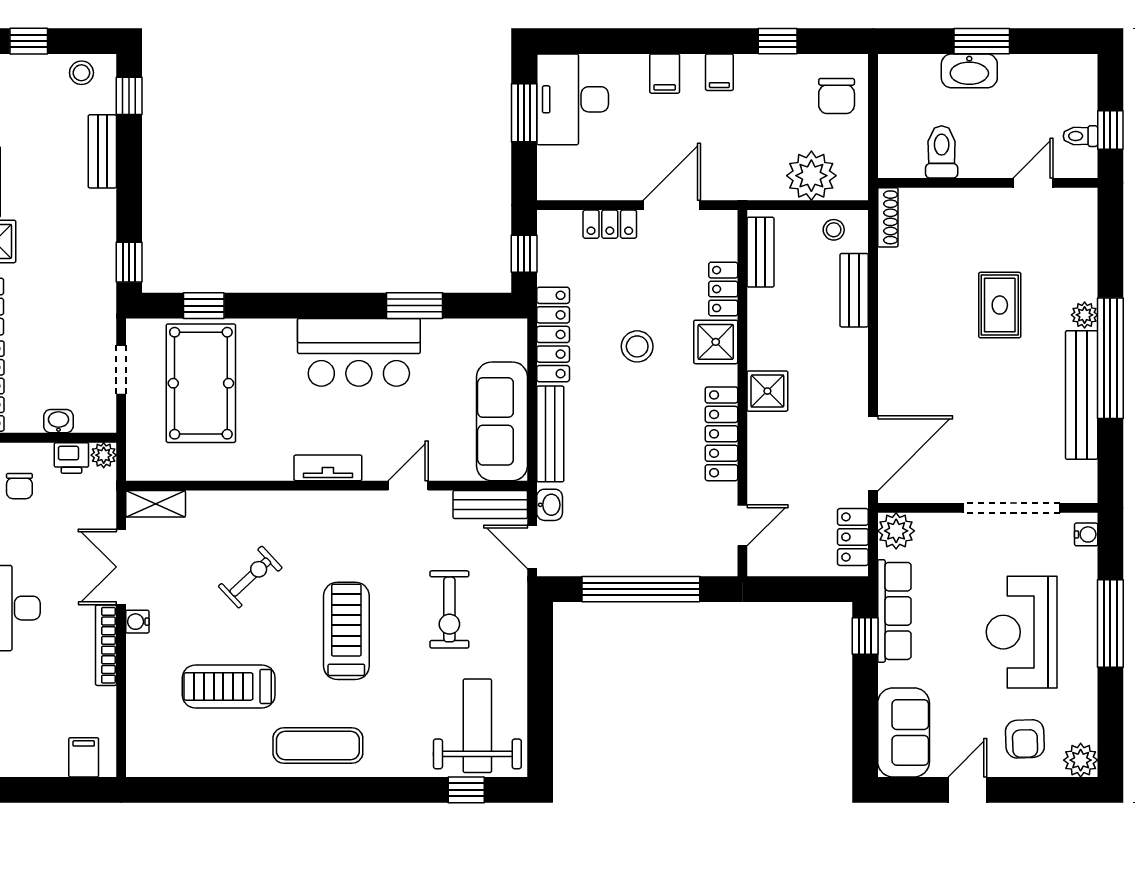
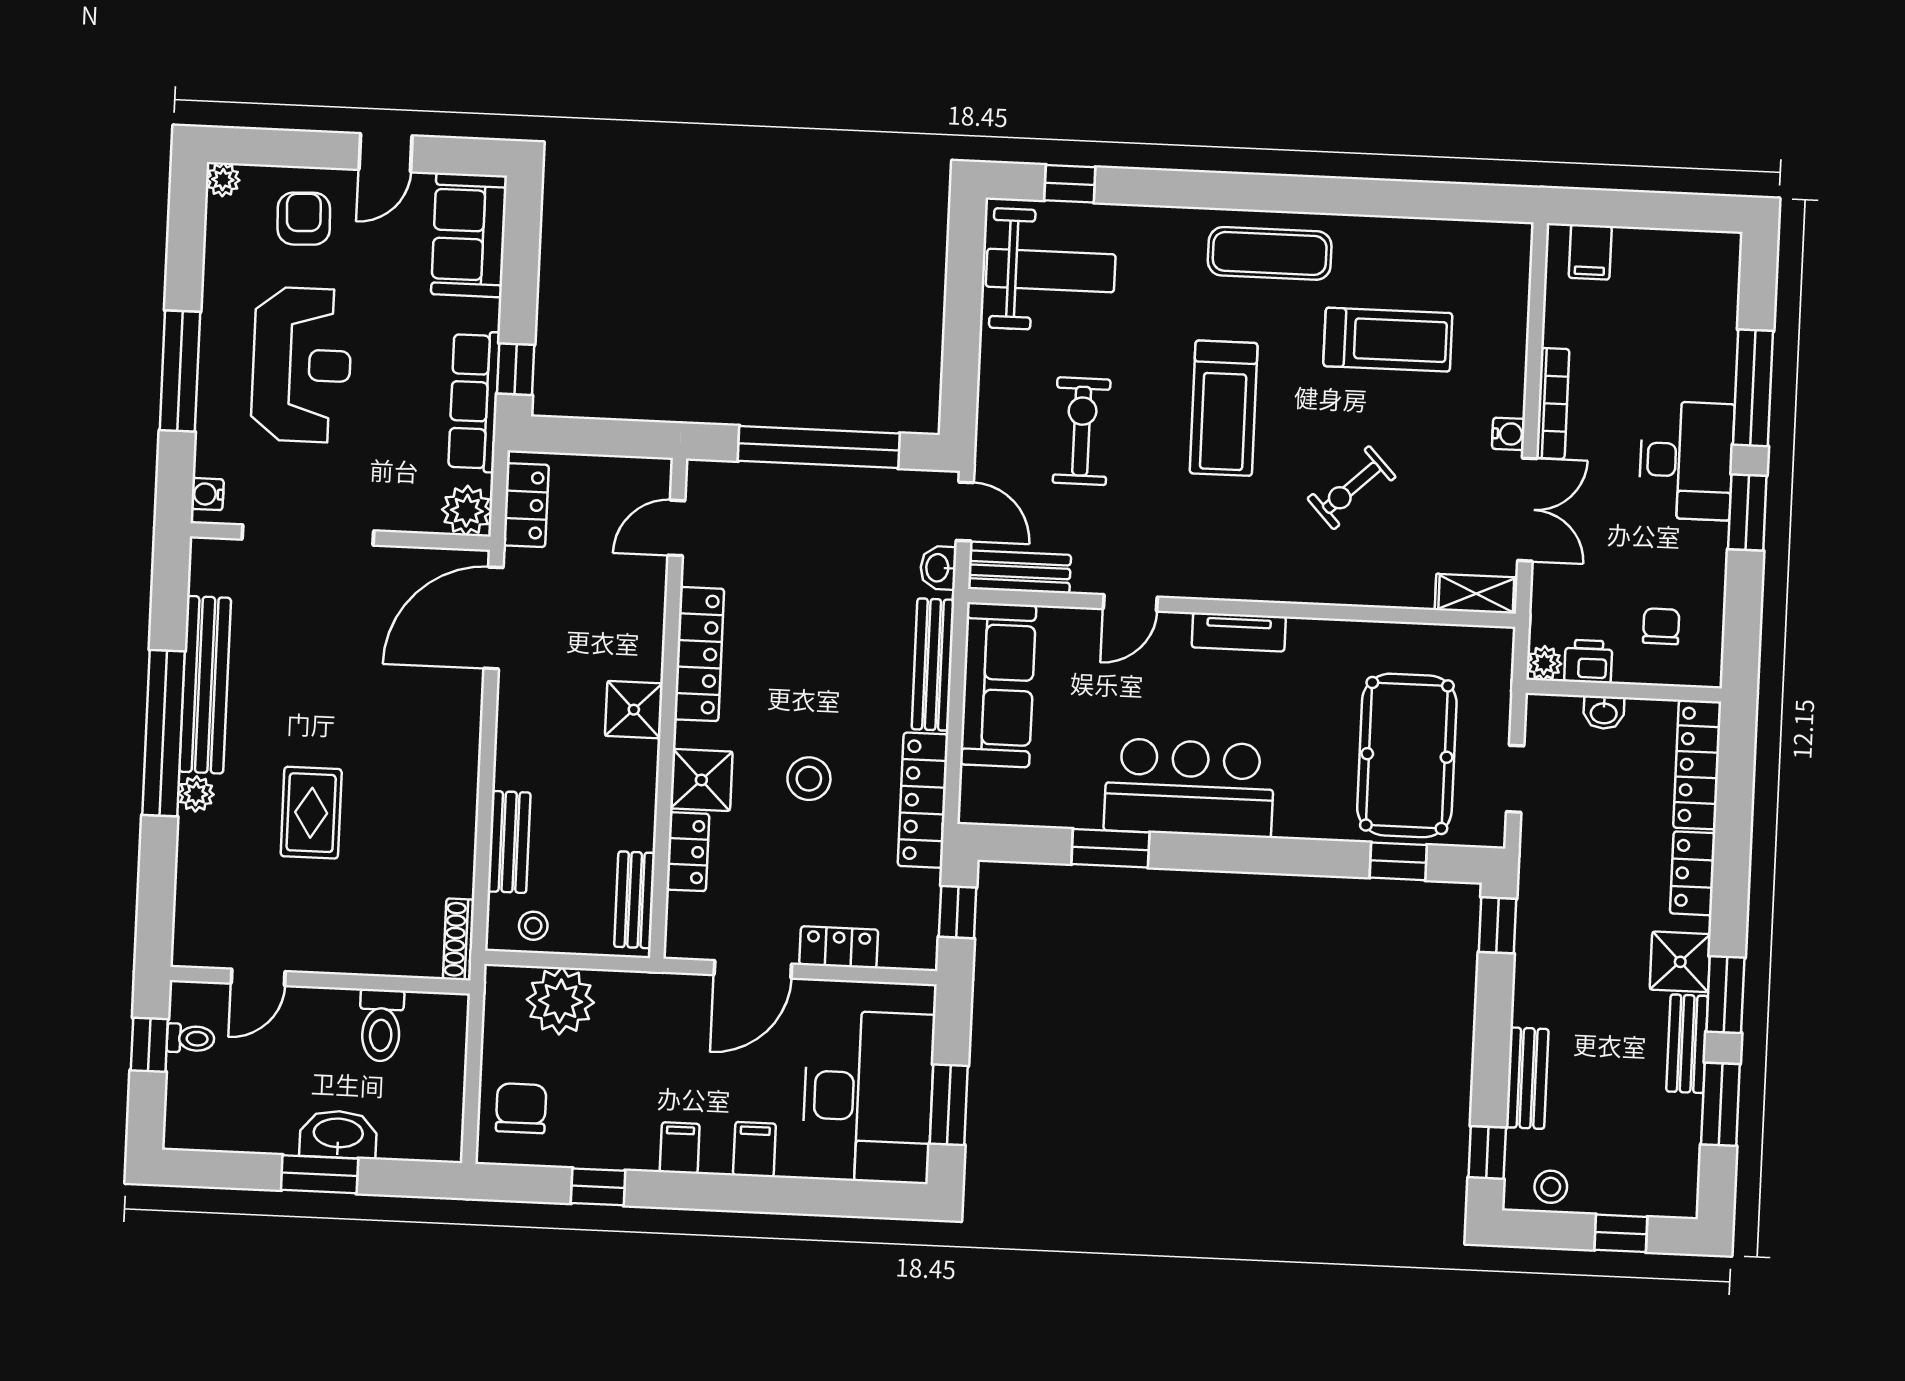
desk: (573, 99) -> (868, 1097), width x1.36, depth x1.30
weight bench: (477, 726) -> (1051, 271), turned -90
plant: (1081, 760) -> (223, 180), width x0.73, depth x0.73

